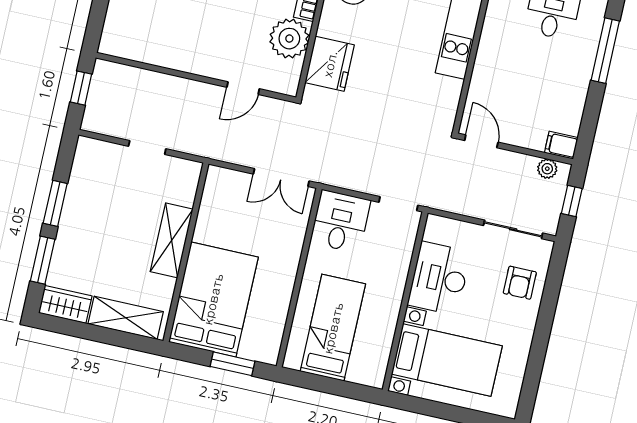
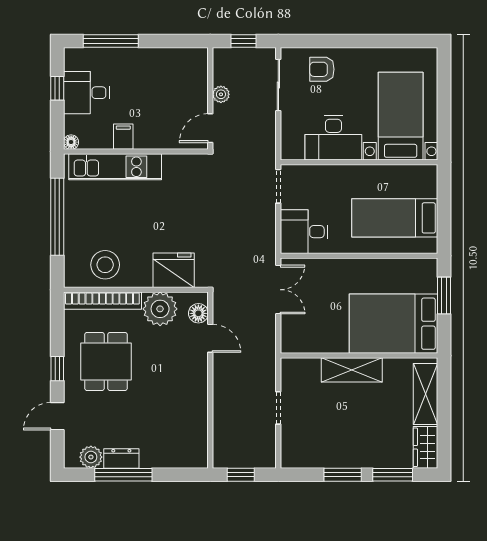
floor lamp: (275, 81) -> (198, 313), added
filing cabinet: (561, 145) -> (123, 137), moved, turned 180
plant: (547, 169) -> (221, 94), moved
armchair: (520, 283) -> (322, 69), turned 180

